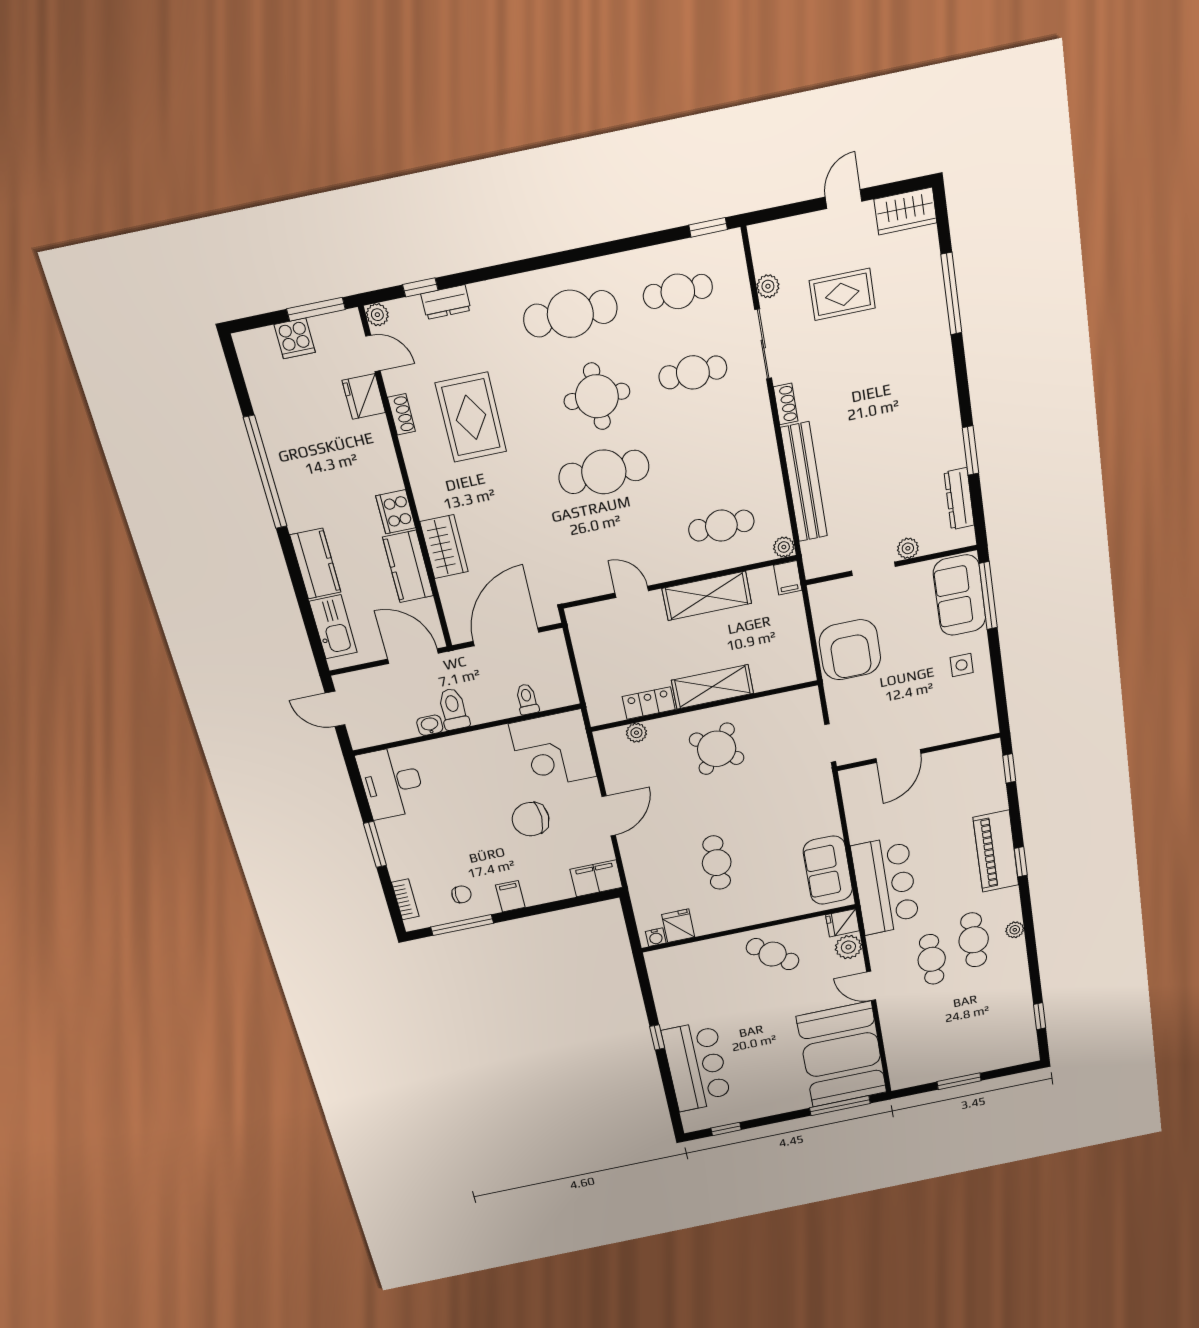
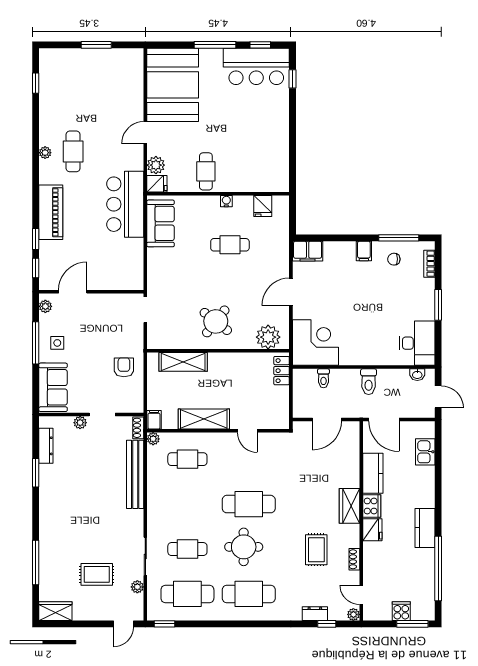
door: (844, 199) -> (123, 624), moved
cafe table: (678, 291) -> (187, 594), width x1.37, depth x1.35
window: (316, 309) -> (412, 624), moved
fridge: (364, 396) -> (372, 530), moved
shoe rack: (786, 404) -> (138, 428), moved
rug: (471, 417) -> (316, 550), width x0.73, depth x0.70
window: (265, 472) -> (438, 568), moved
wardrobe: (444, 547) -> (349, 506), moved
kitchen counter: (315, 564) -> (425, 528), moved
window: (988, 596) -> (36, 343), moved
kitchen sink: (333, 627) -> (425, 452), width x0.73
door: (506, 637) -> (327, 419), width x0.73
armchair: (850, 650) -> (124, 367), width x0.53, depth x0.53
shelving: (712, 687) -> (183, 362), moved
locker: (649, 703) -> (282, 371), moved, turned 90
plant: (987, 716) -> (45, 306), added
washbasin: (430, 725) -> (417, 375), moved
plant: (636, 733) -> (268, 337), width x1.88, depth x1.88
door: (898, 756) -> (73, 292), moved
chair: (531, 819) -> (339, 300), removed
window: (1021, 862) -> (36, 239), moved
cafe table: (717, 863) -> (230, 245), turned 90
water cooler: (656, 937) -> (226, 201), moved
cafe table: (773, 954) -> (206, 171), turned 52
cafe table: (932, 959) -> (103, 143), removed
door: (871, 986) -> (145, 133), swing flipped
window: (657, 1037) -> (293, 79), moved
bar counter: (697, 1066) -> (256, 66), moved, turned -90
window: (840, 1106) -> (215, 45), moved

